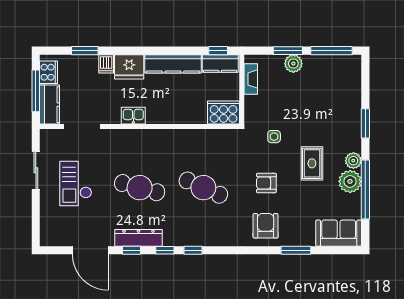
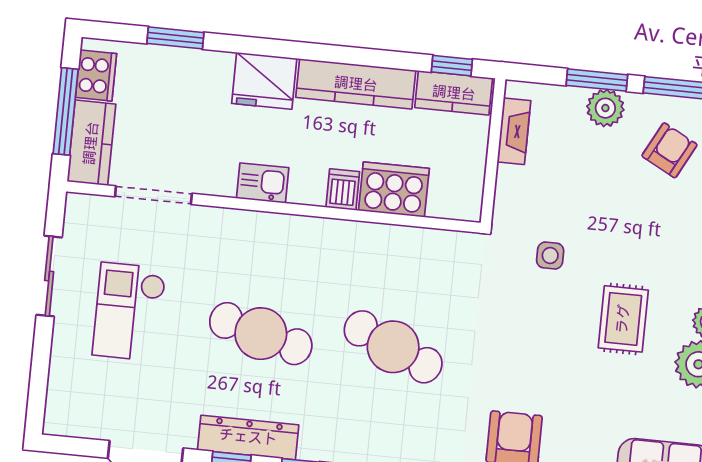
dishwasher: (106, 64) -> (343, 189), moved, turned 180
cooker: (224, 113) -> (394, 190), moved
armchair: (266, 183) -> (670, 150), moved, turned 118

